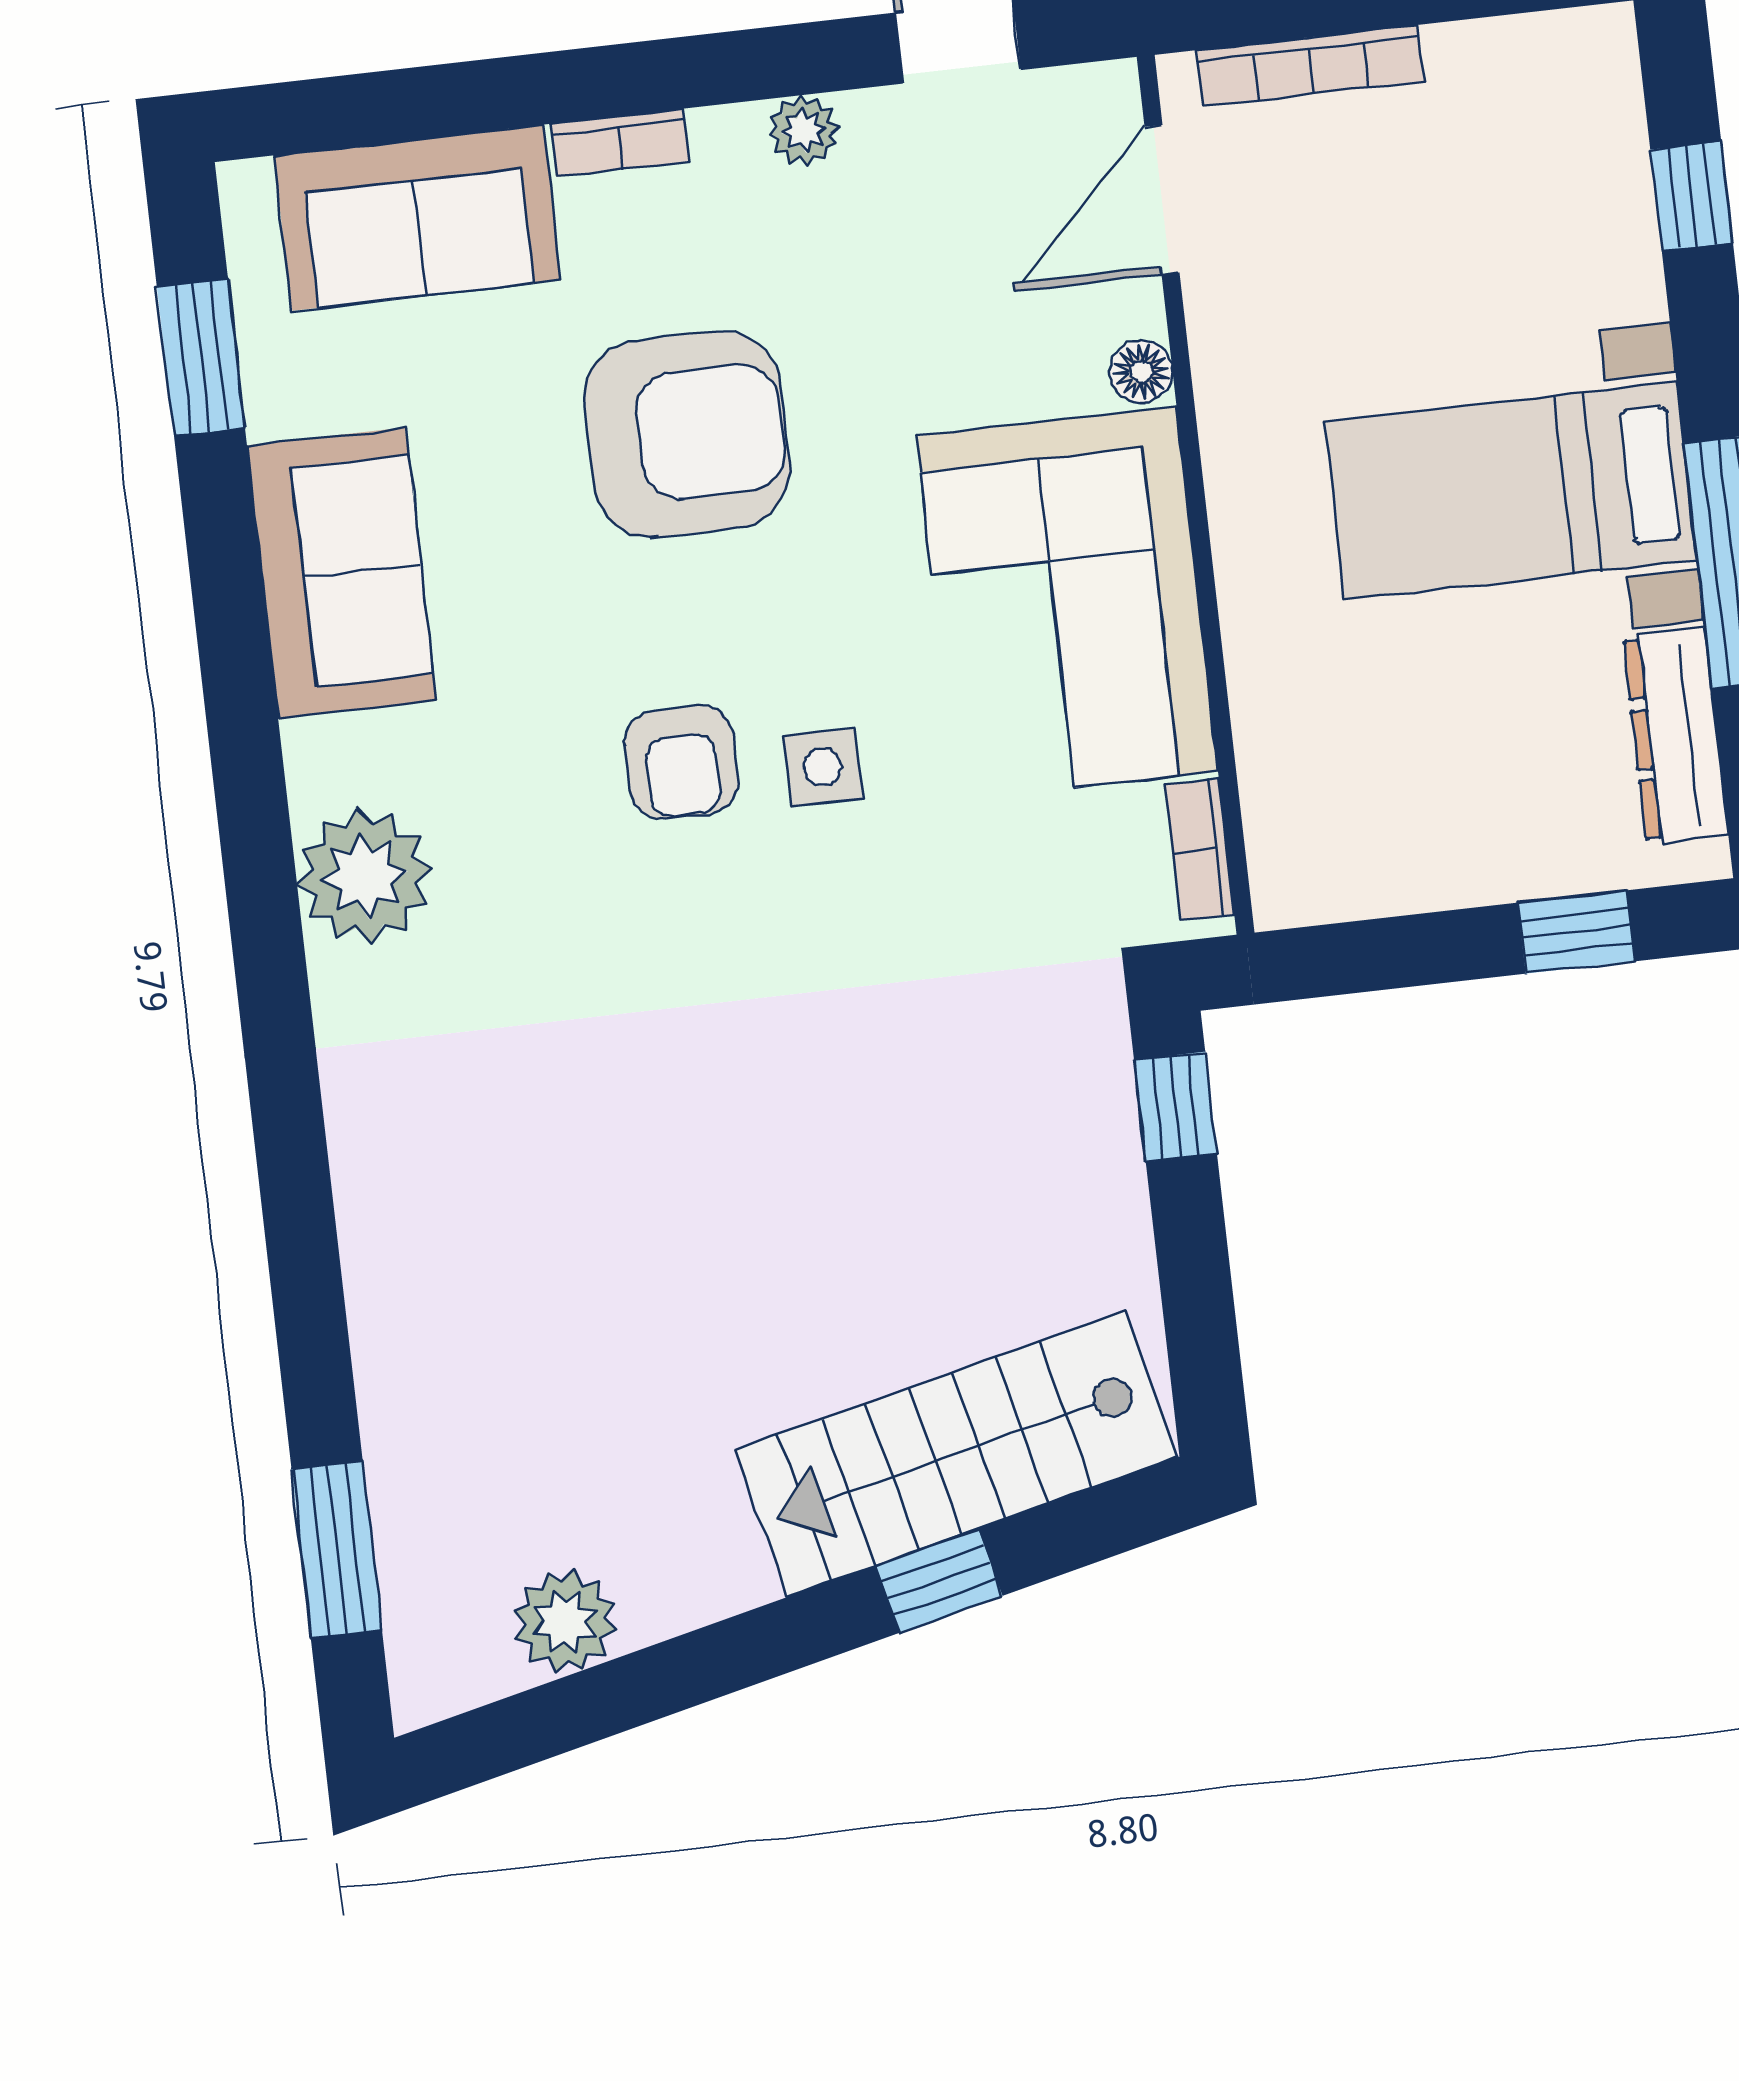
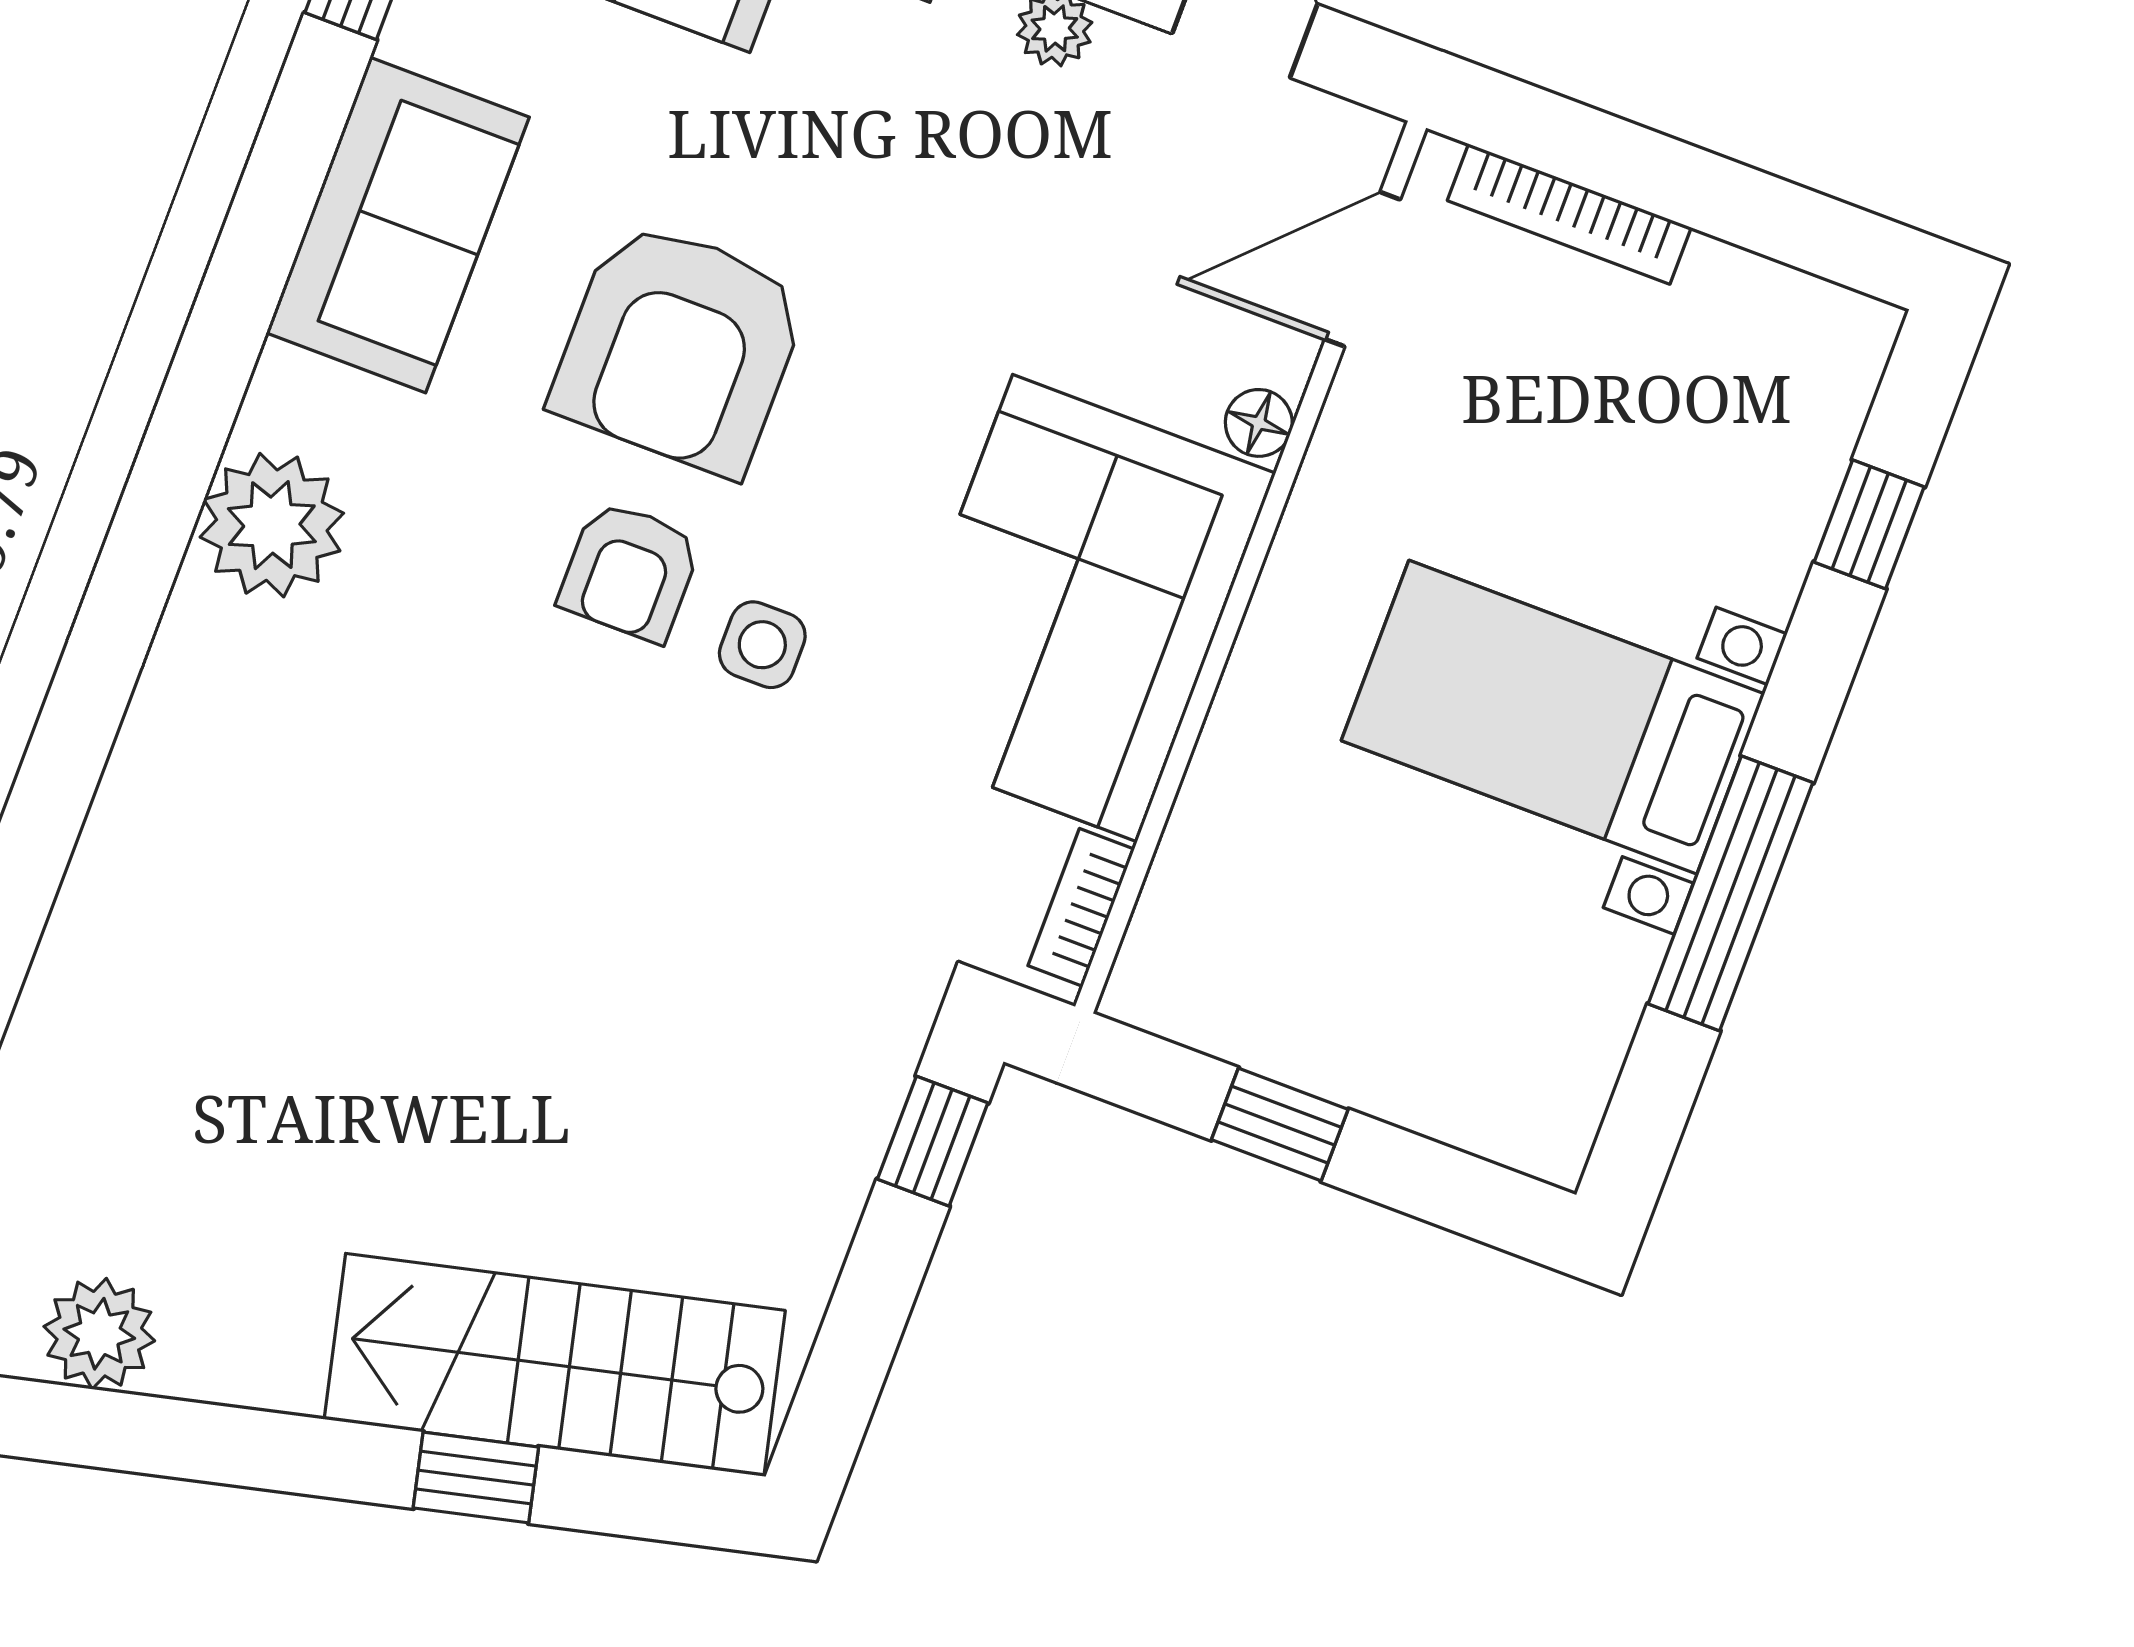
armchair: (687, 434) -> (680, 348), moved, turned 90
dresser: (1676, 736) -> (1591, 1031), removed
window: (1576, 932) -> (1280, 1125), moved

